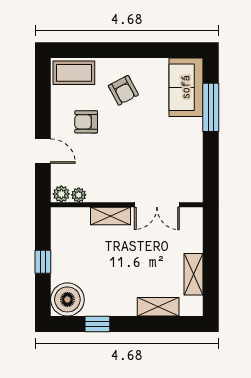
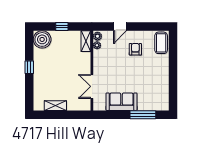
sofa: (186, 87) -> (122, 102), moved
armchair: (123, 90) -> (152, 69), removed
shelving: (111, 216) -> (86, 41), moved
shelving: (158, 307) -> (38, 87), removed
window: (97, 324) -> (29, 67), moved

